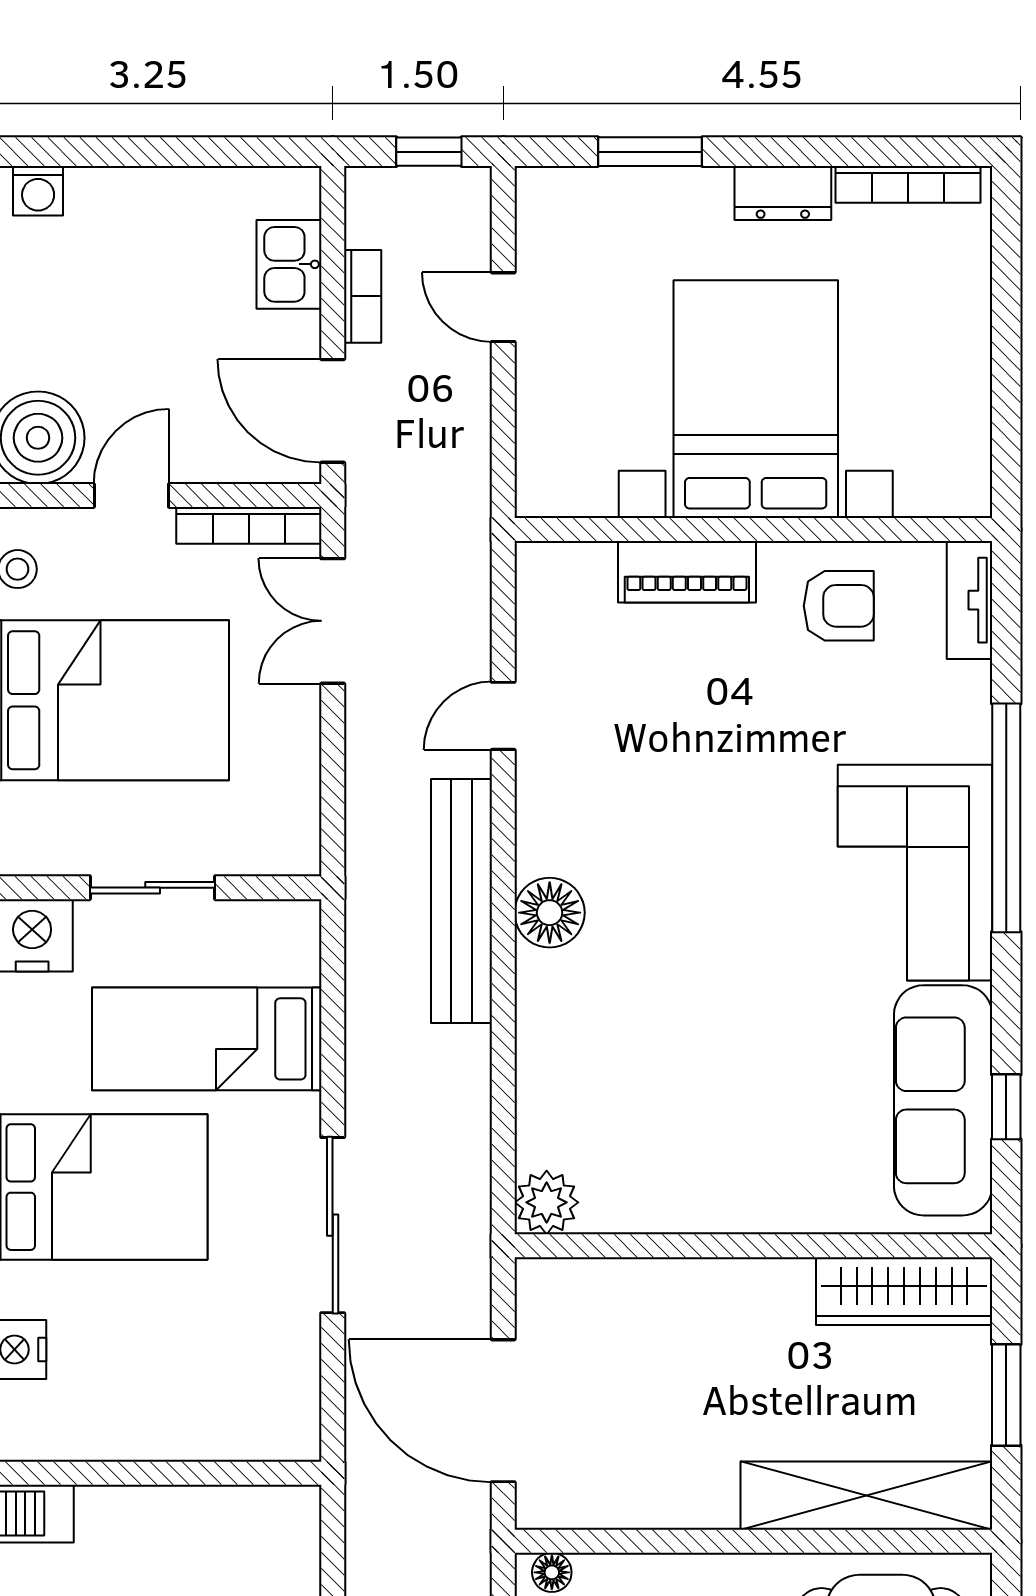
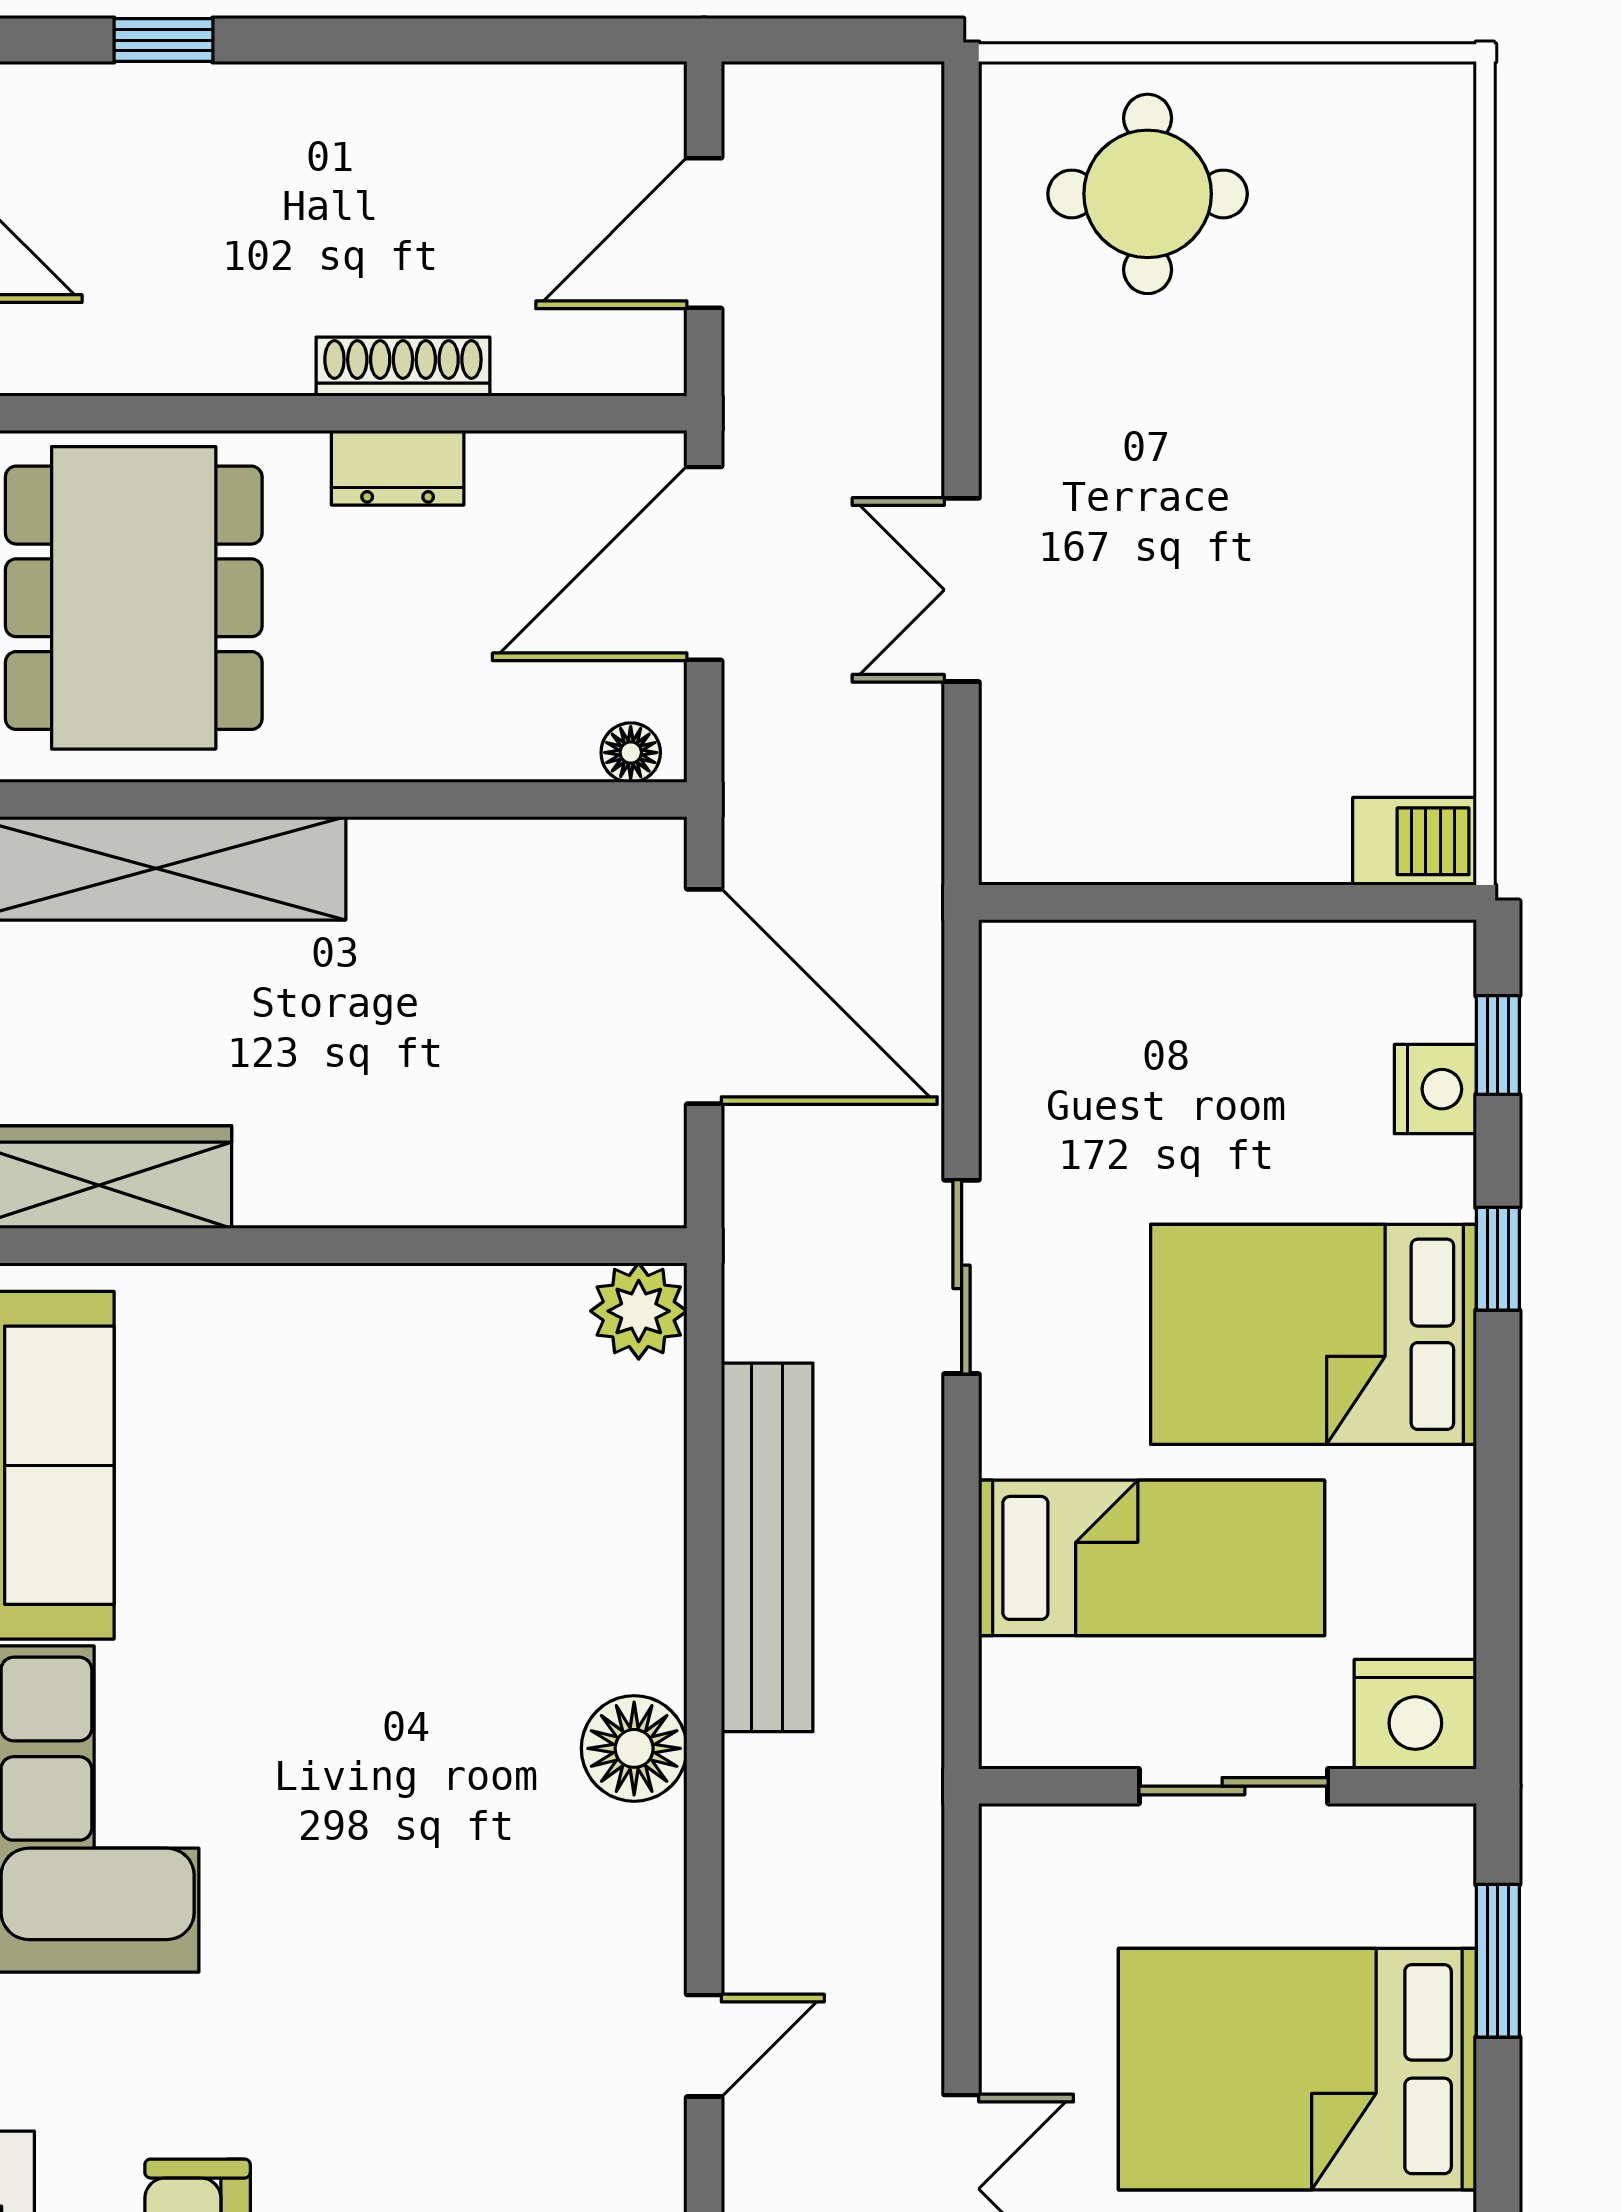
bench: (461, 901) -> (767, 1547), moved
sliding door: (333, 1225) -> (962, 1277), width x0.73

